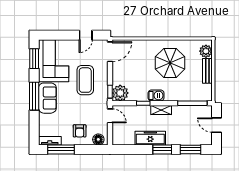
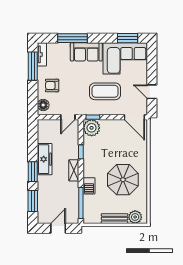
barbecue: (156, 95) -> (89, 186), moved
window: (34, 96) -> (72, 38), moved

